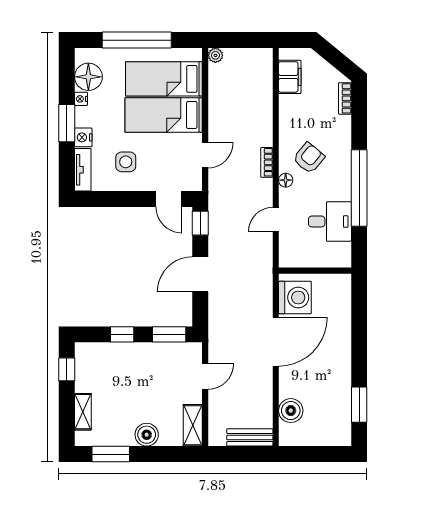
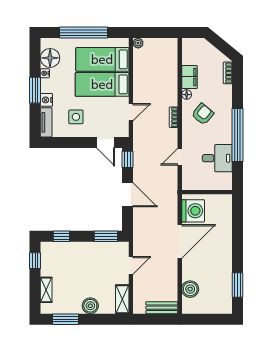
filing cabinet: (290, 77) -> (190, 77), moved
floor lamp: (286, 180) -> (187, 95), moved
door: (200, 274) -> (127, 195), swing flipped
window: (122, 334) -> (61, 236), moved

